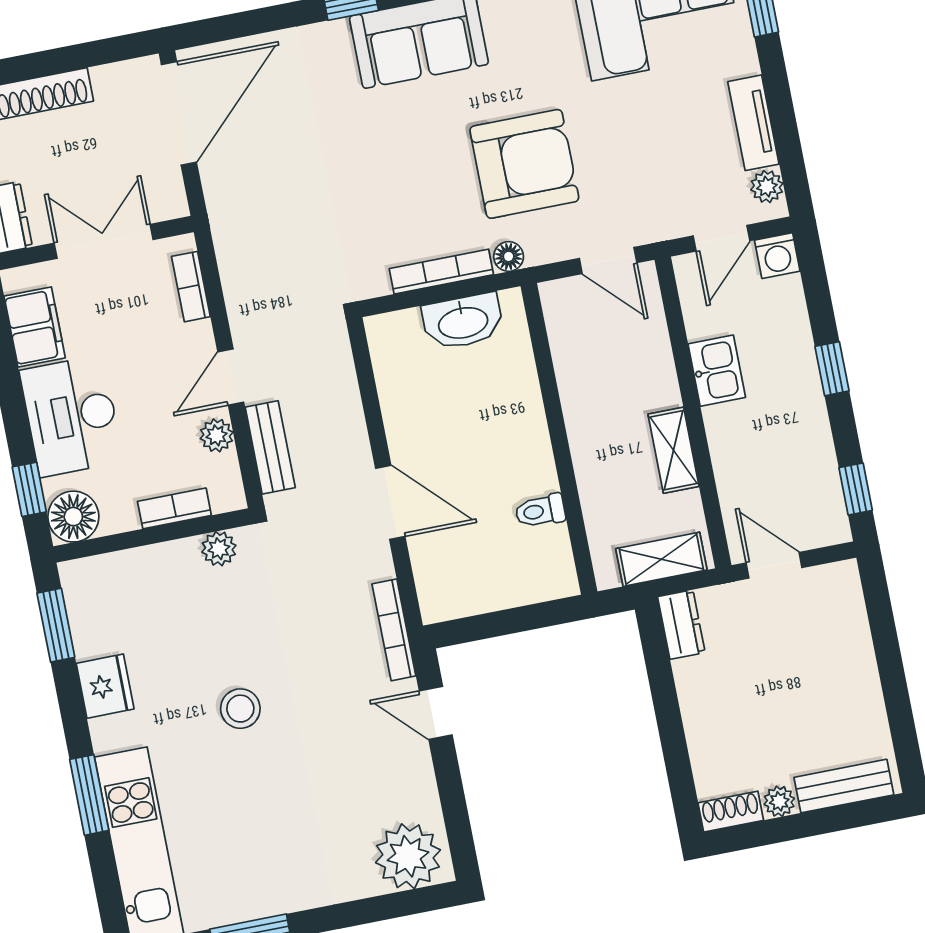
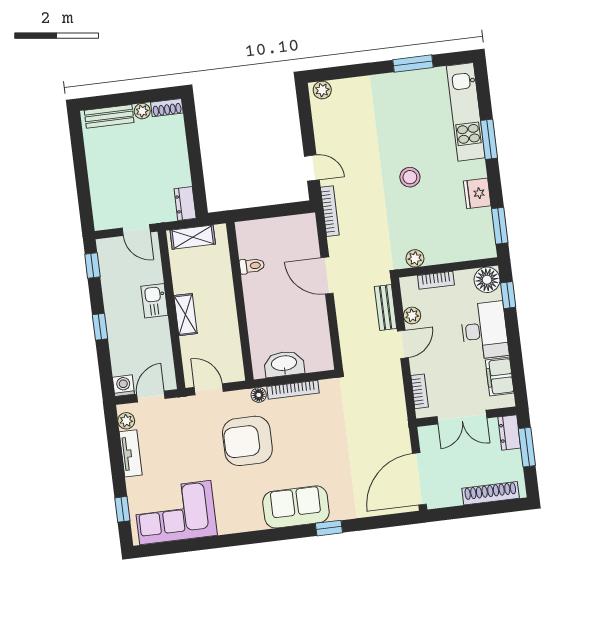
kitchen sink: (717, 371) -> (154, 301), moved
shelving: (673, 450) -> (186, 315), moved
plant: (408, 856) -> (322, 90), width x0.53, depth x0.53

